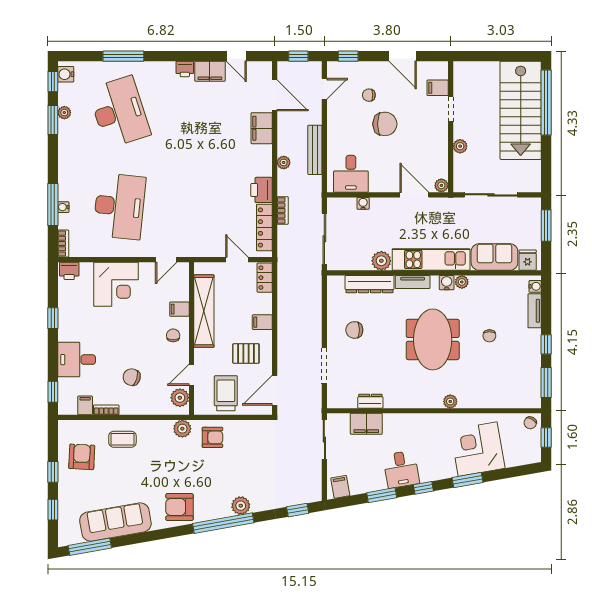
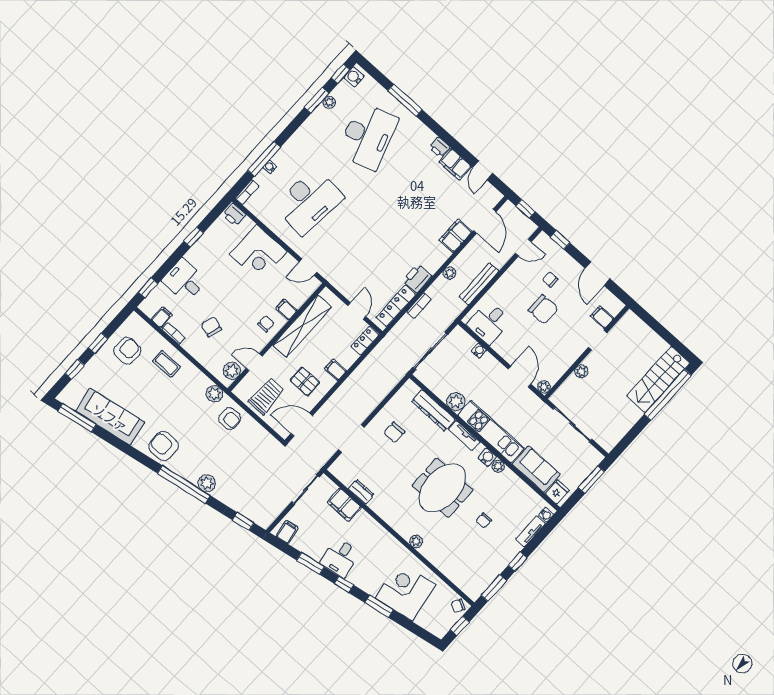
stairs: (521, 110) -> (658, 380), width x0.73, depth x0.66
chair: (354, 330) -> (394, 433), turned -90

